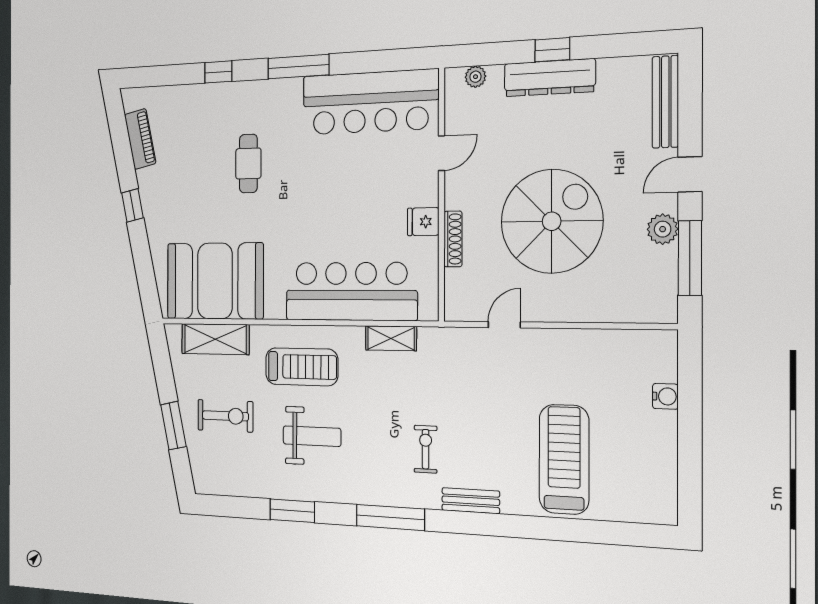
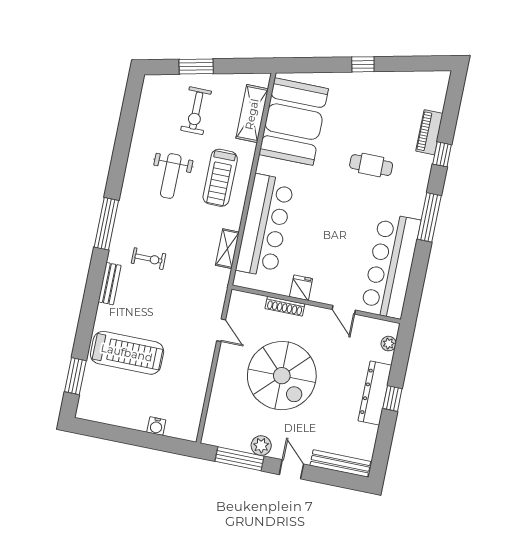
piano: (140, 139) -> (429, 132), moved, turned 102
window: (292, 511) -> (75, 376), moved

